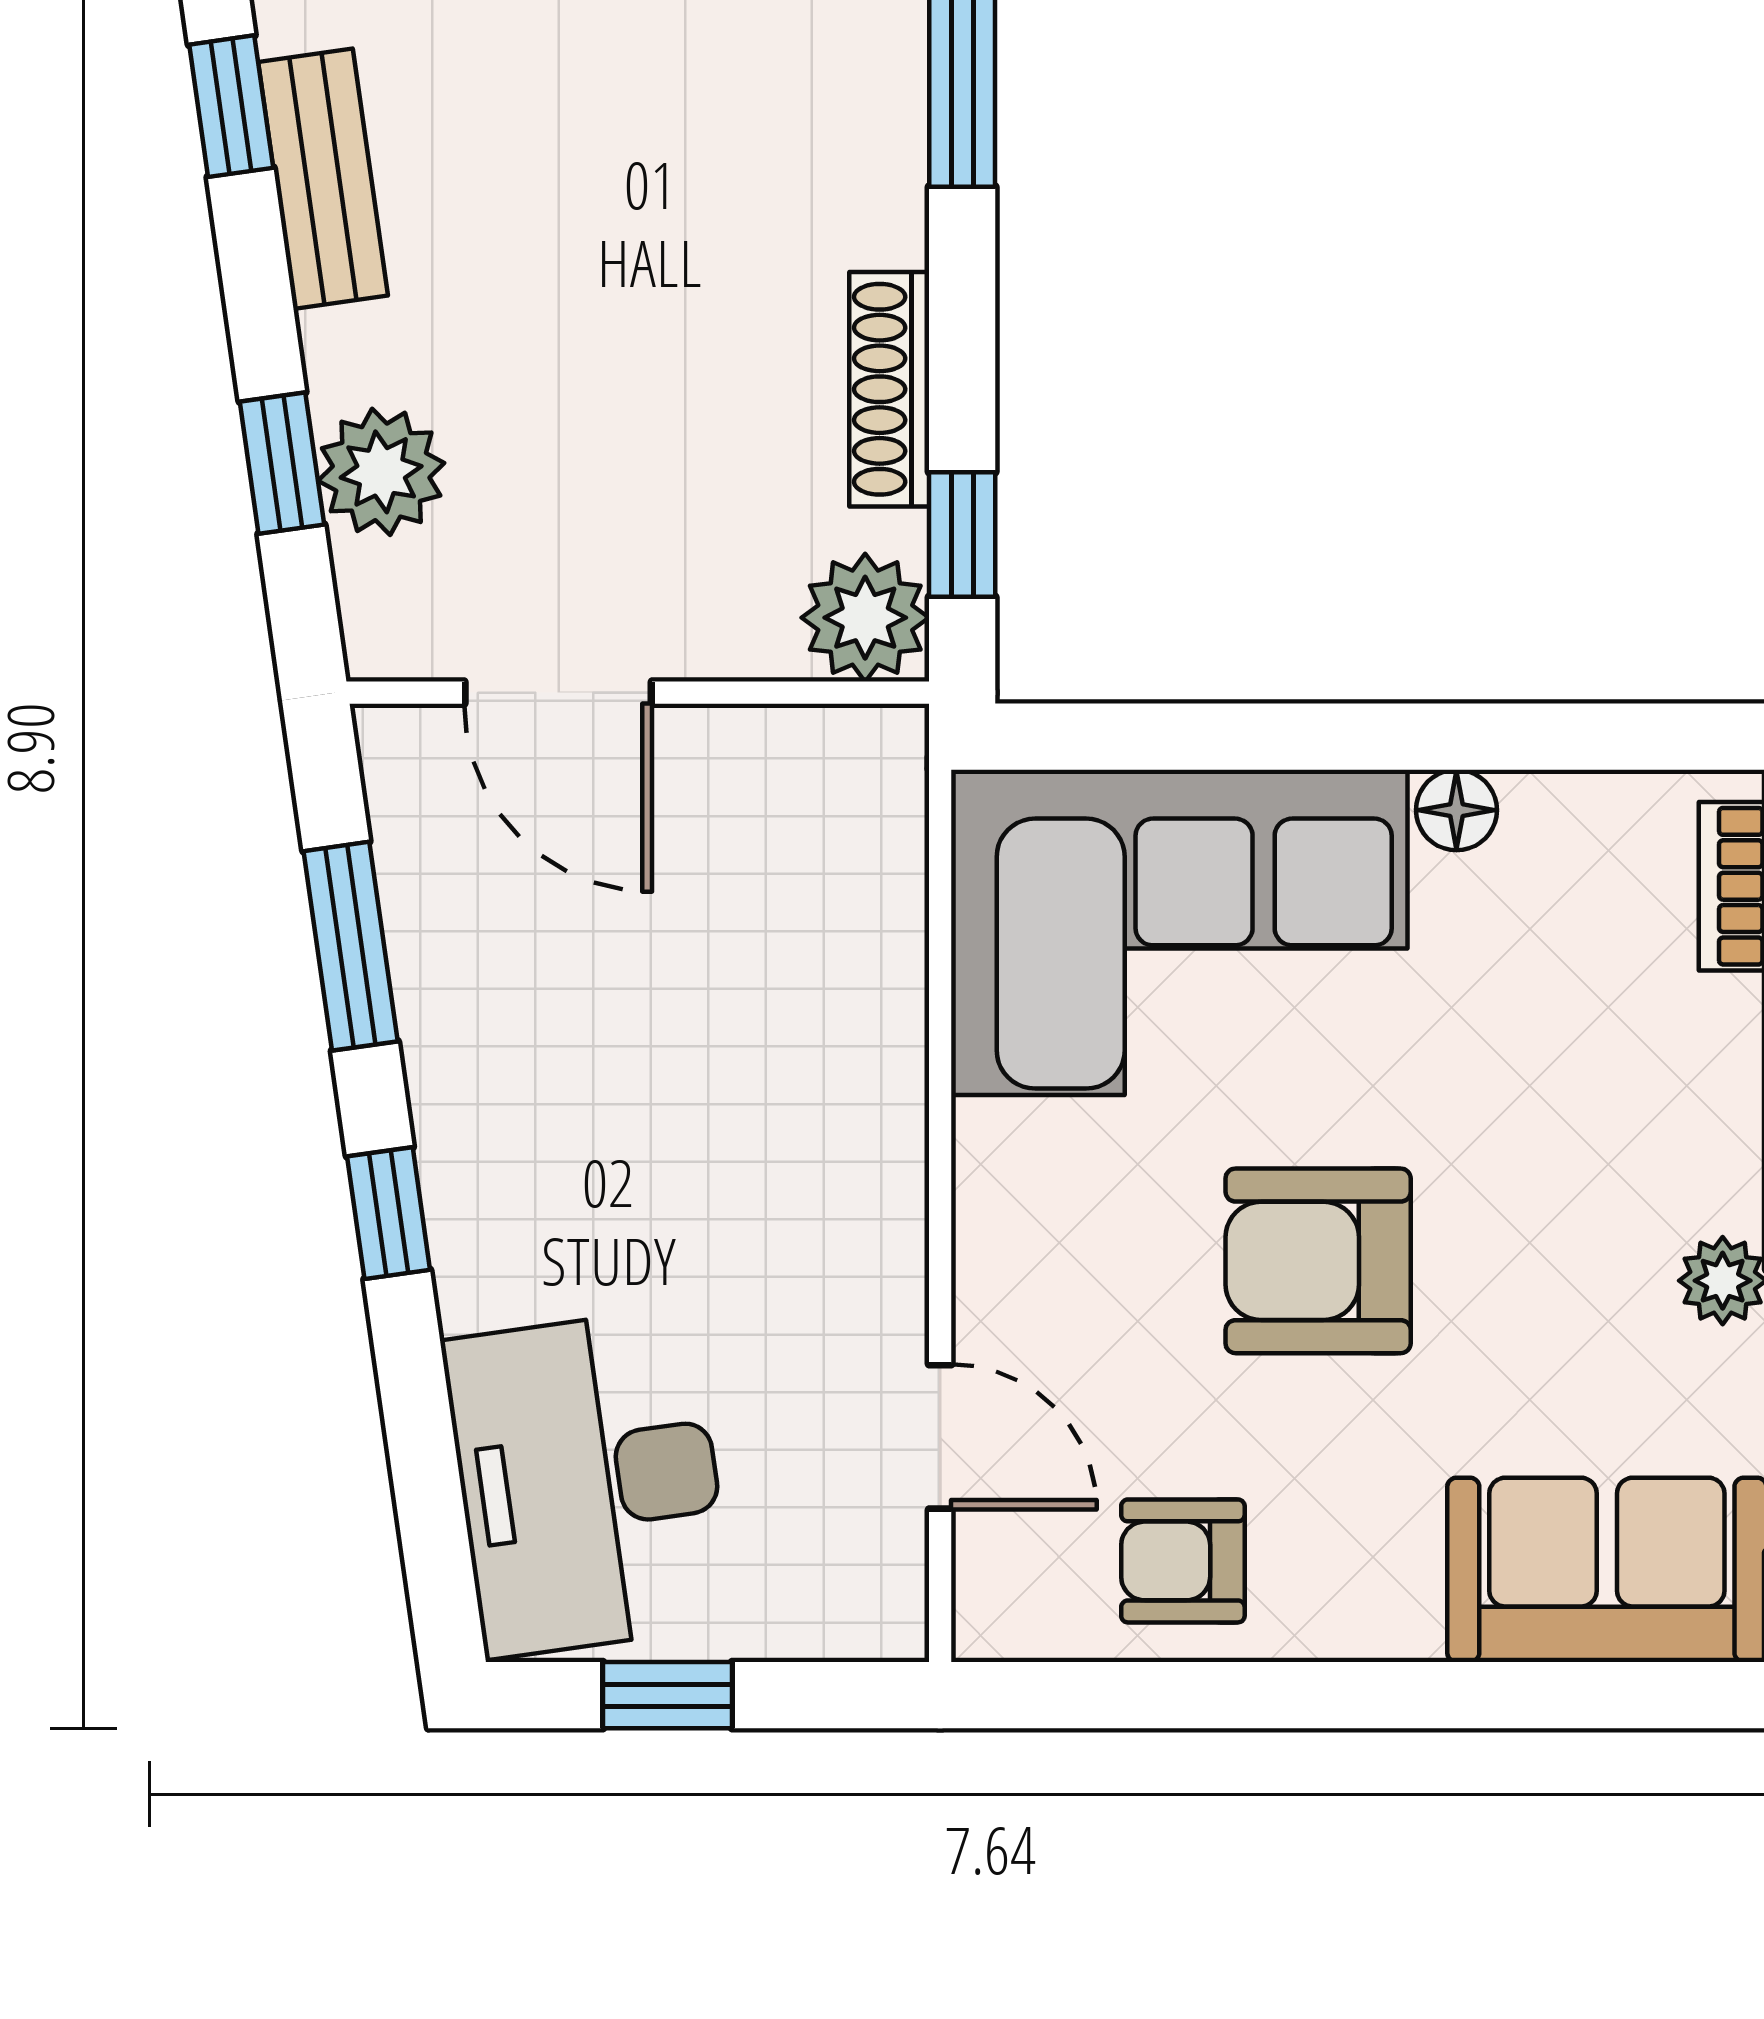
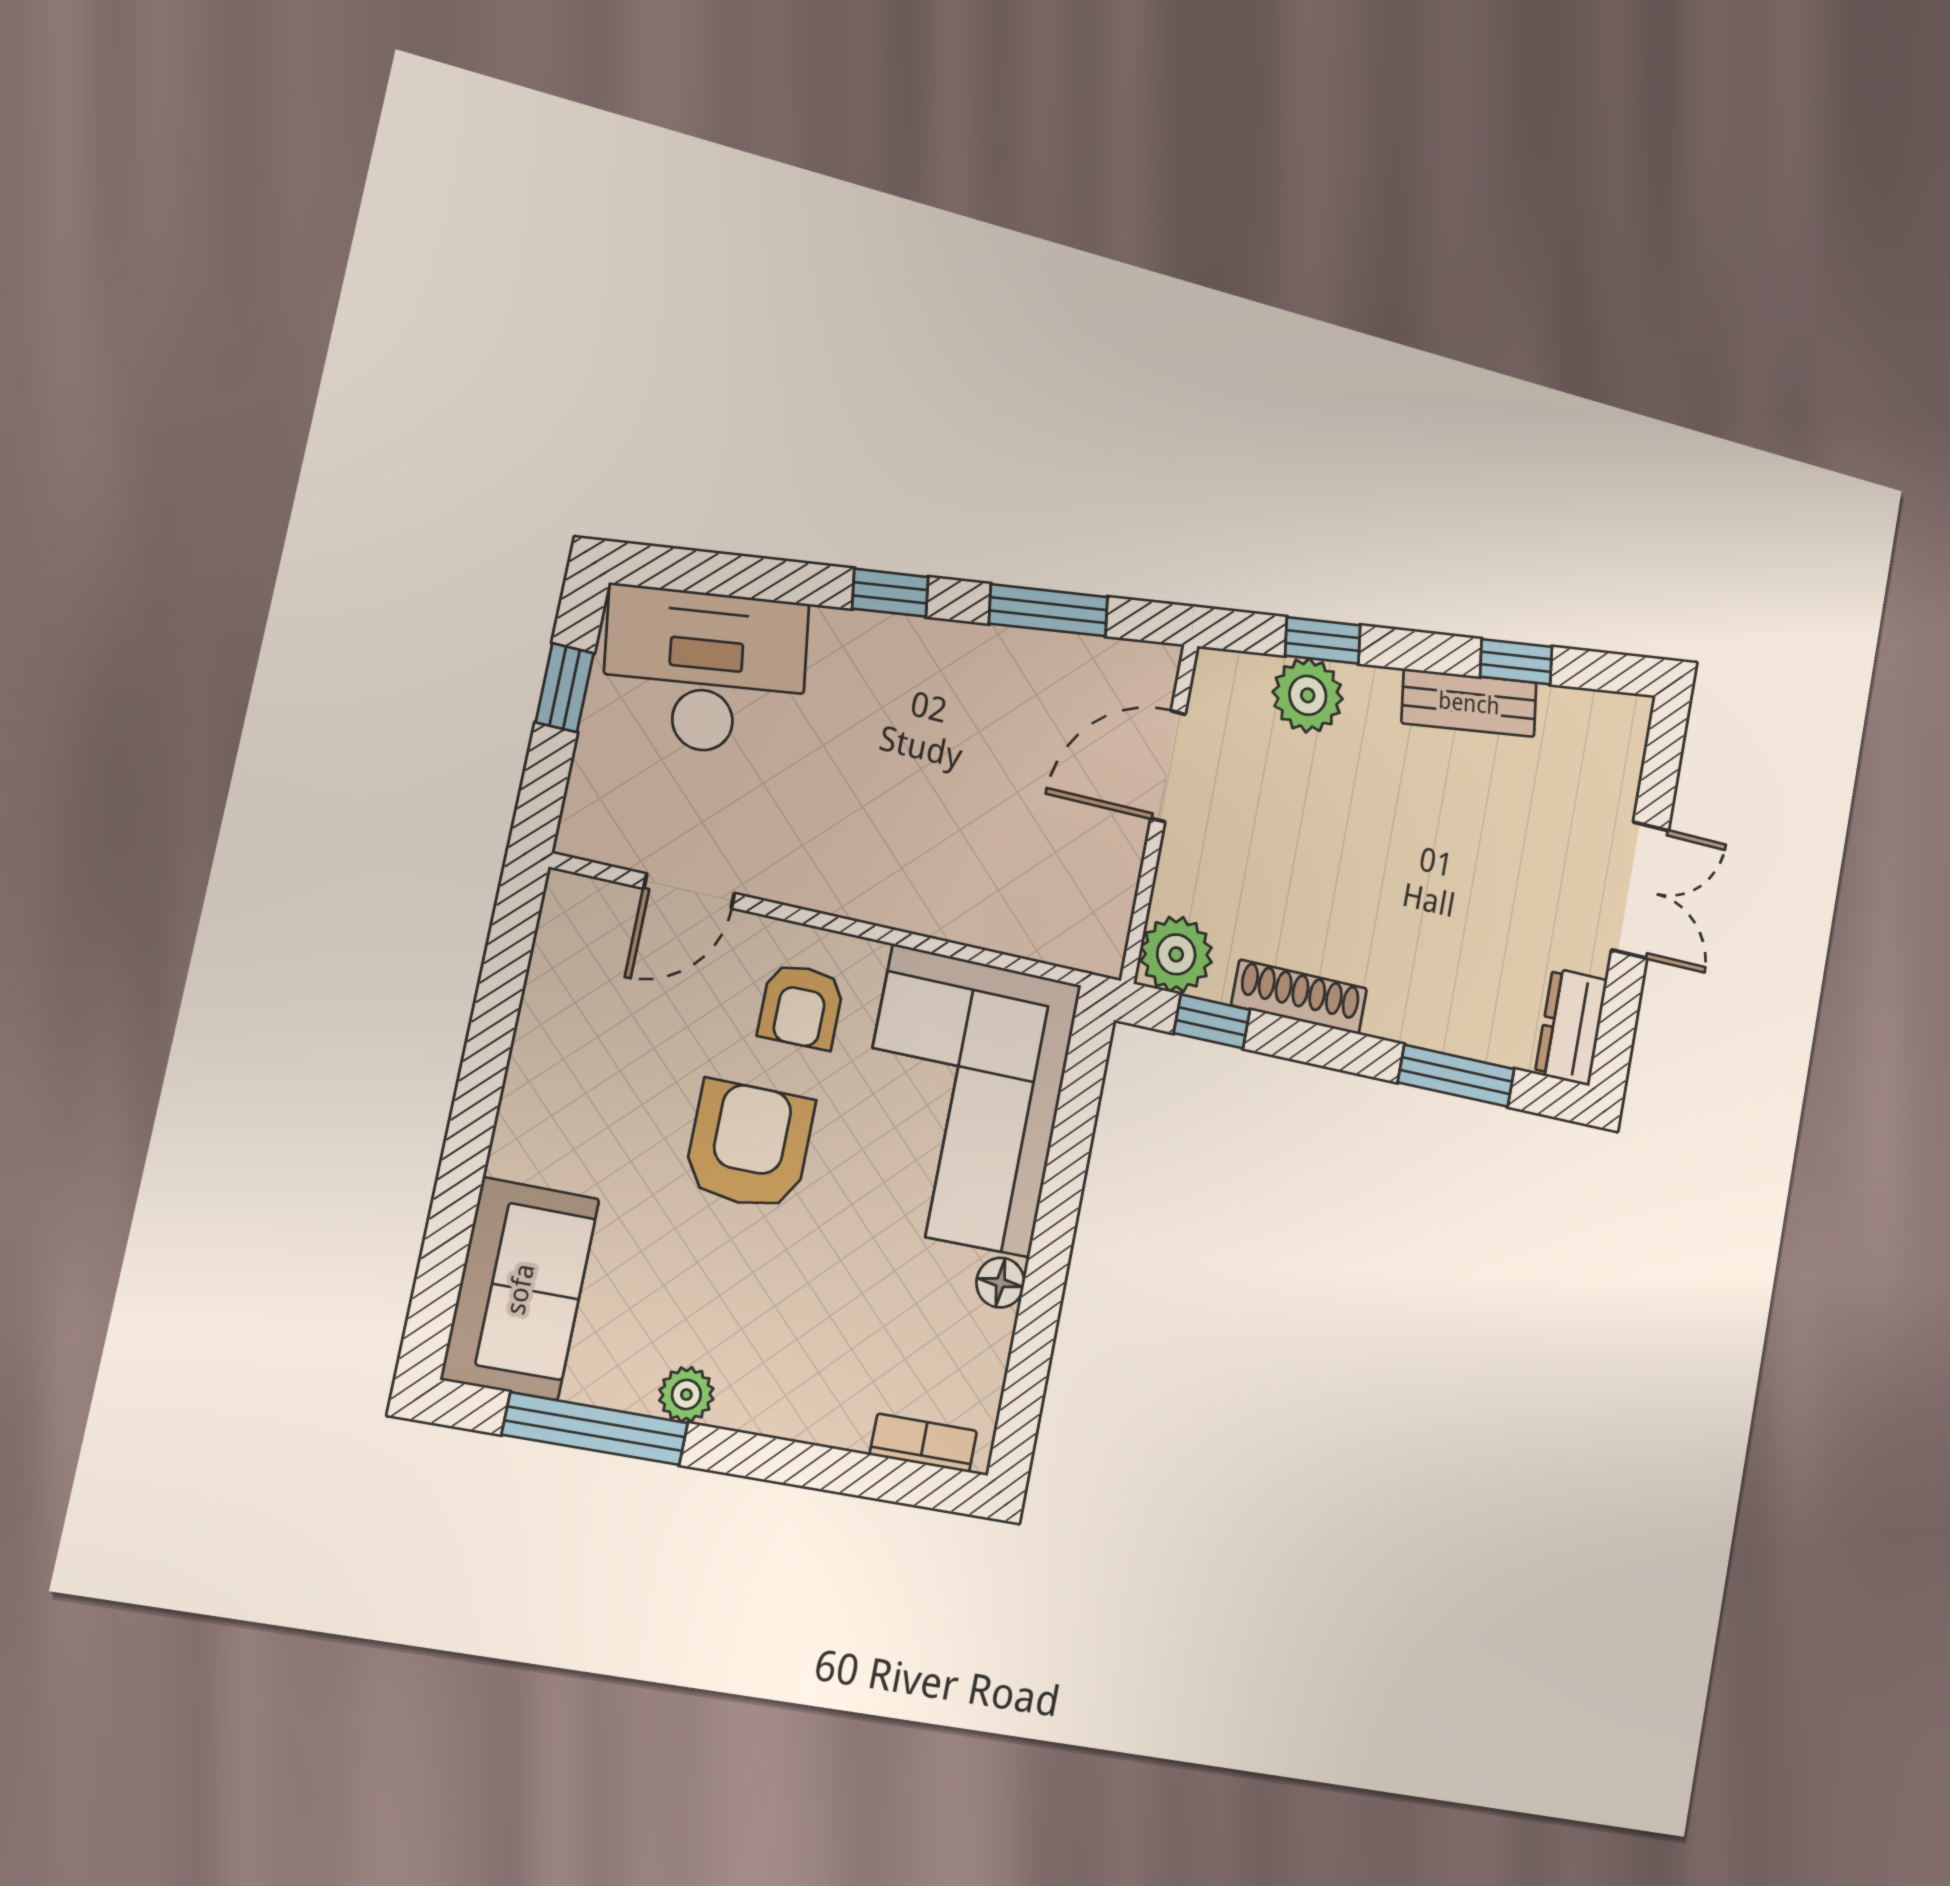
armchair: (1183, 1561) -> (801, 1006), moved, turned 180

